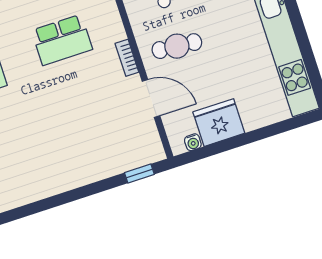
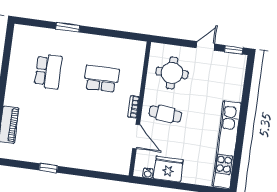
school desk: (62, 40) -> (101, 79), turned 180
window: (139, 173) -> (48, 168), moved

